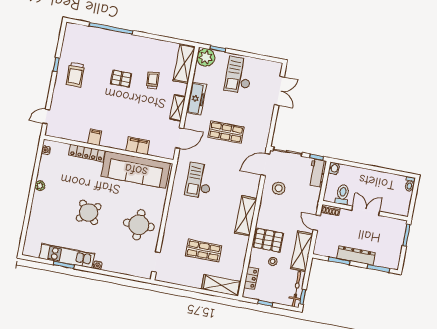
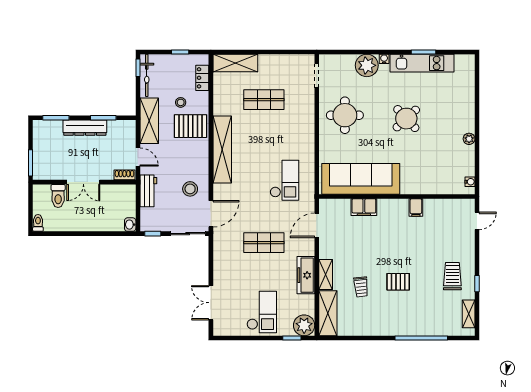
shelving: (68, 41) -> (469, 314), added
shelving: (178, 108) -> (326, 274), moved
locker: (87, 153) -> (422, 187), removed
workbench: (317, 173) -> (148, 191), moved
toilet: (342, 194) -> (58, 196), moved
shelving: (246, 216) -> (222, 150), width x1.47
plant: (113, 263) -> (367, 65), added

